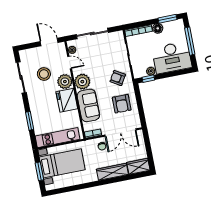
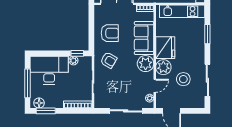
floor lamp: (158, 28) -> (39, 103), moved
door: (70, 62) -> (155, 86), swing flipped
armchair: (122, 104) -> (110, 33), turned 90

